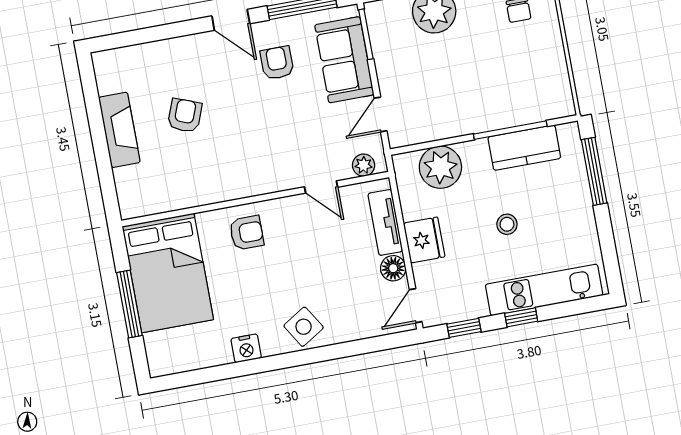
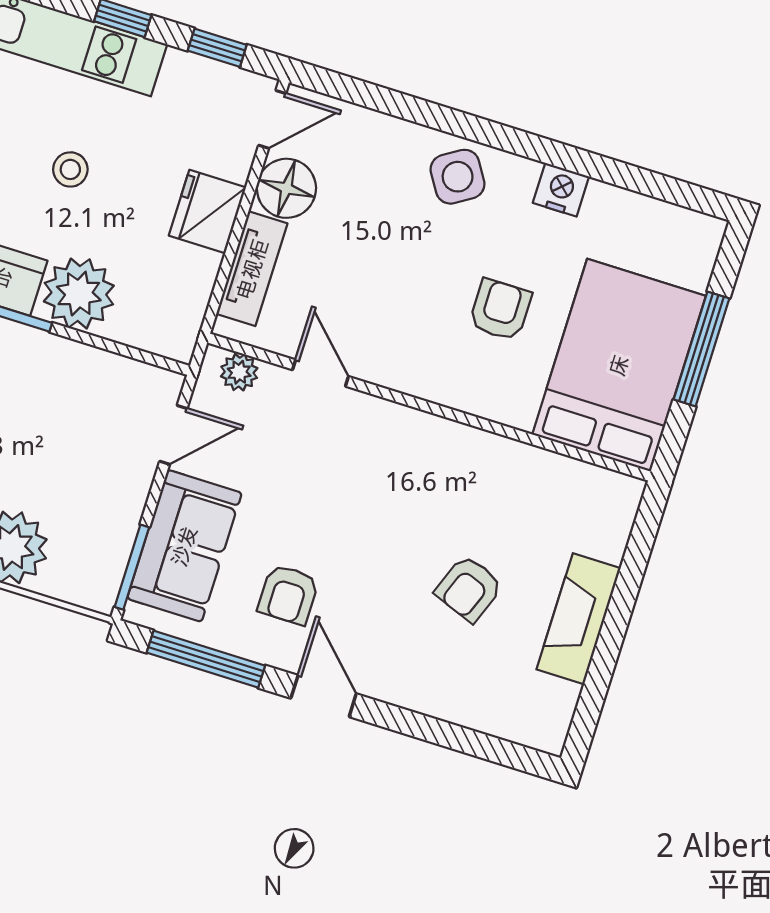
plant: (440, 167) -> (79, 294), moved
armchair: (247, 233) -> (500, 310), moved, turned 90
floor lamp: (393, 268) -> (286, 188), width x1.38, depth x1.38

